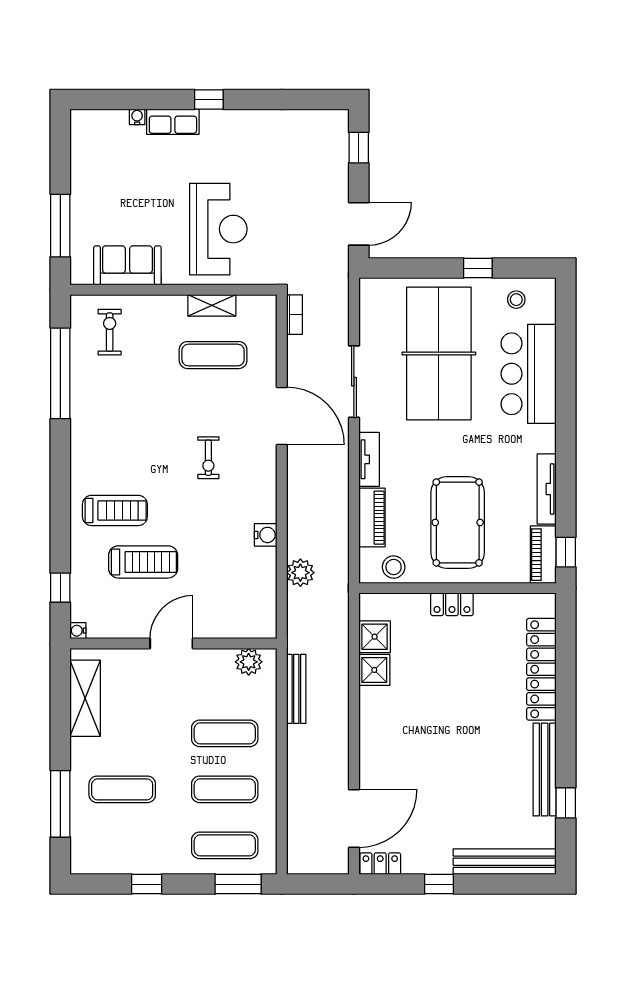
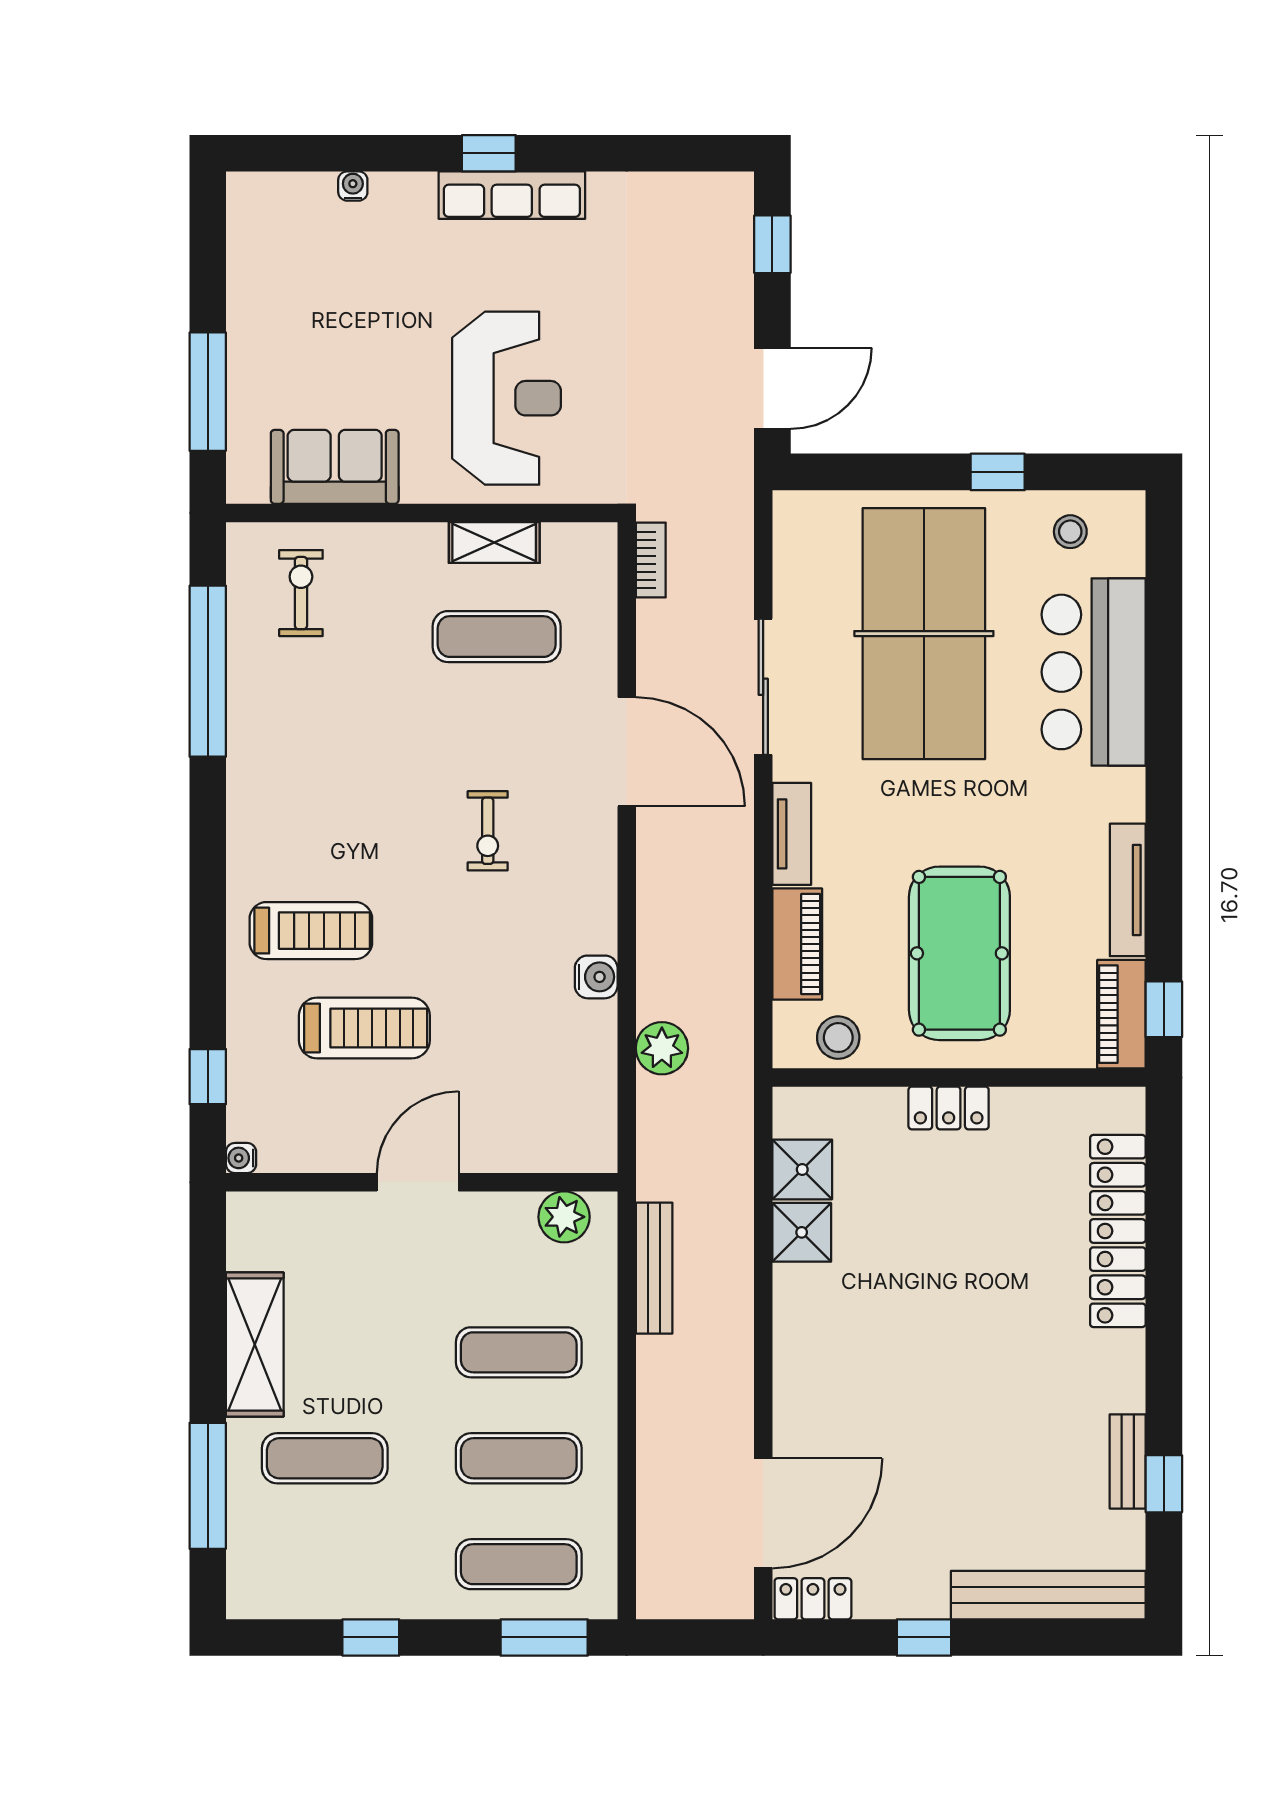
row of seats: (173, 122) -> (512, 195), moved, width x1.48
shelving: (85, 698) -> (255, 1344), moved
bench: (545, 770) -> (1128, 1461), width x0.54, depth x0.82

